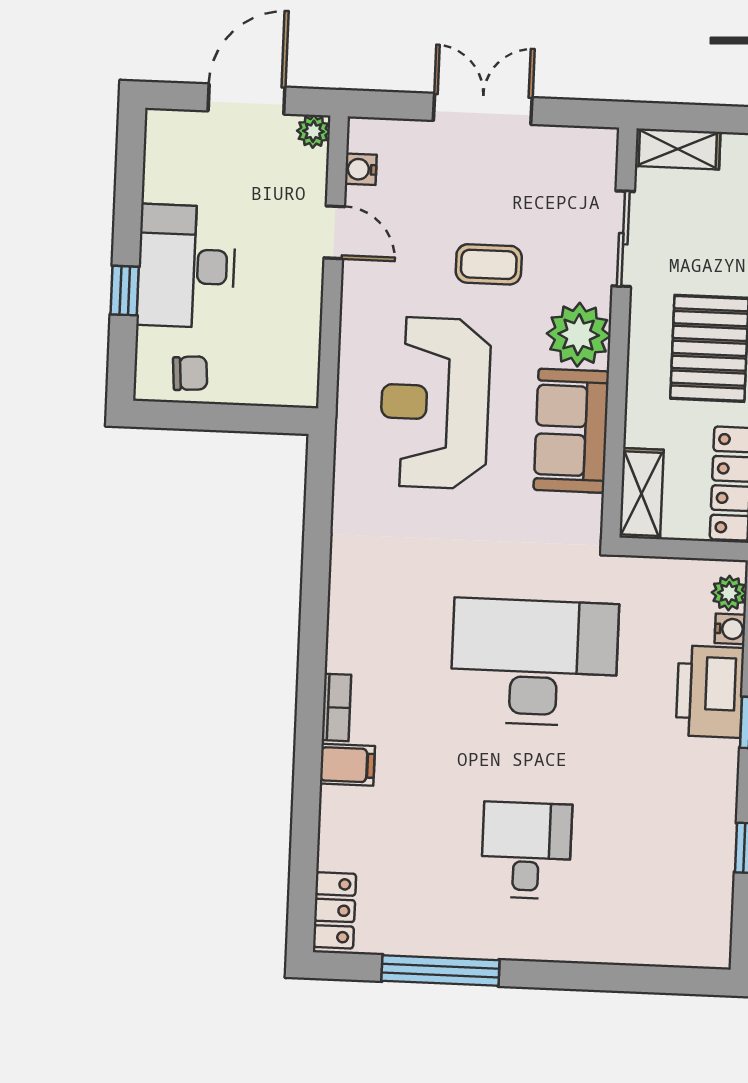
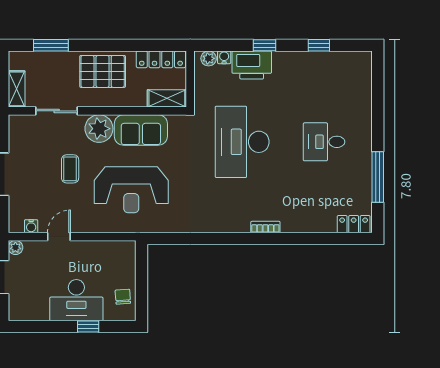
filing cabinet: (347, 765) -> (290, 221), removed

